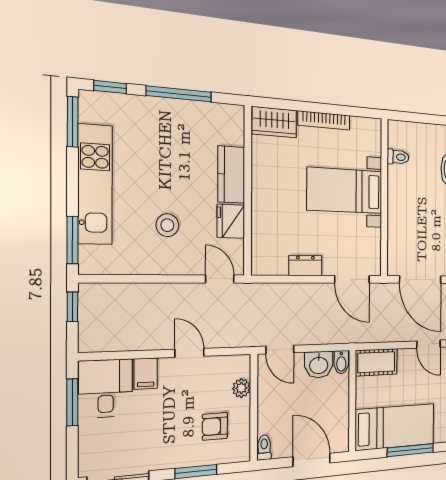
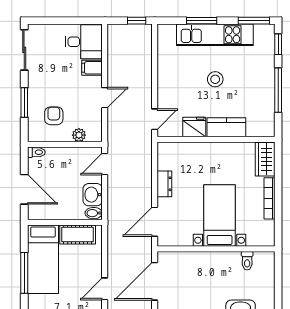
stool: (167, 225) -> (215, 79), moved
window: (72, 240) -> (202, 21), moved
cot: (376, 362) -> (78, 234), moved, turned 90
window: (72, 402) -> (76, 21), removed
door: (312, 460) -> (24, 189), hinge flipped

